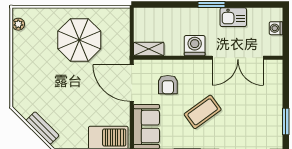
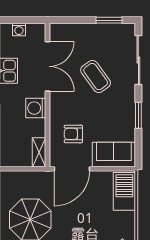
armchair: (168, 85) -> (73, 134), turned 180
coffee table: (203, 112) -> (96, 77), moved

